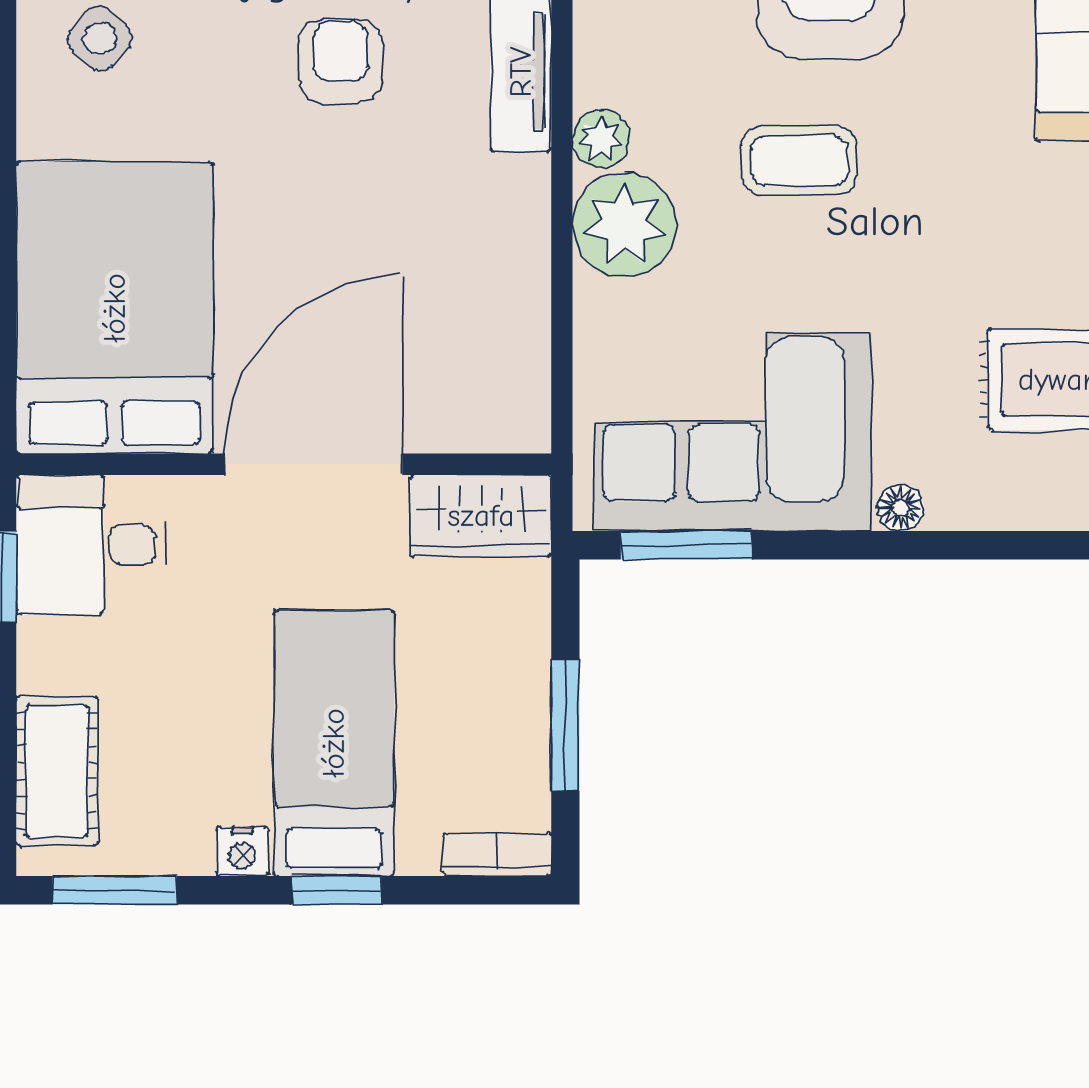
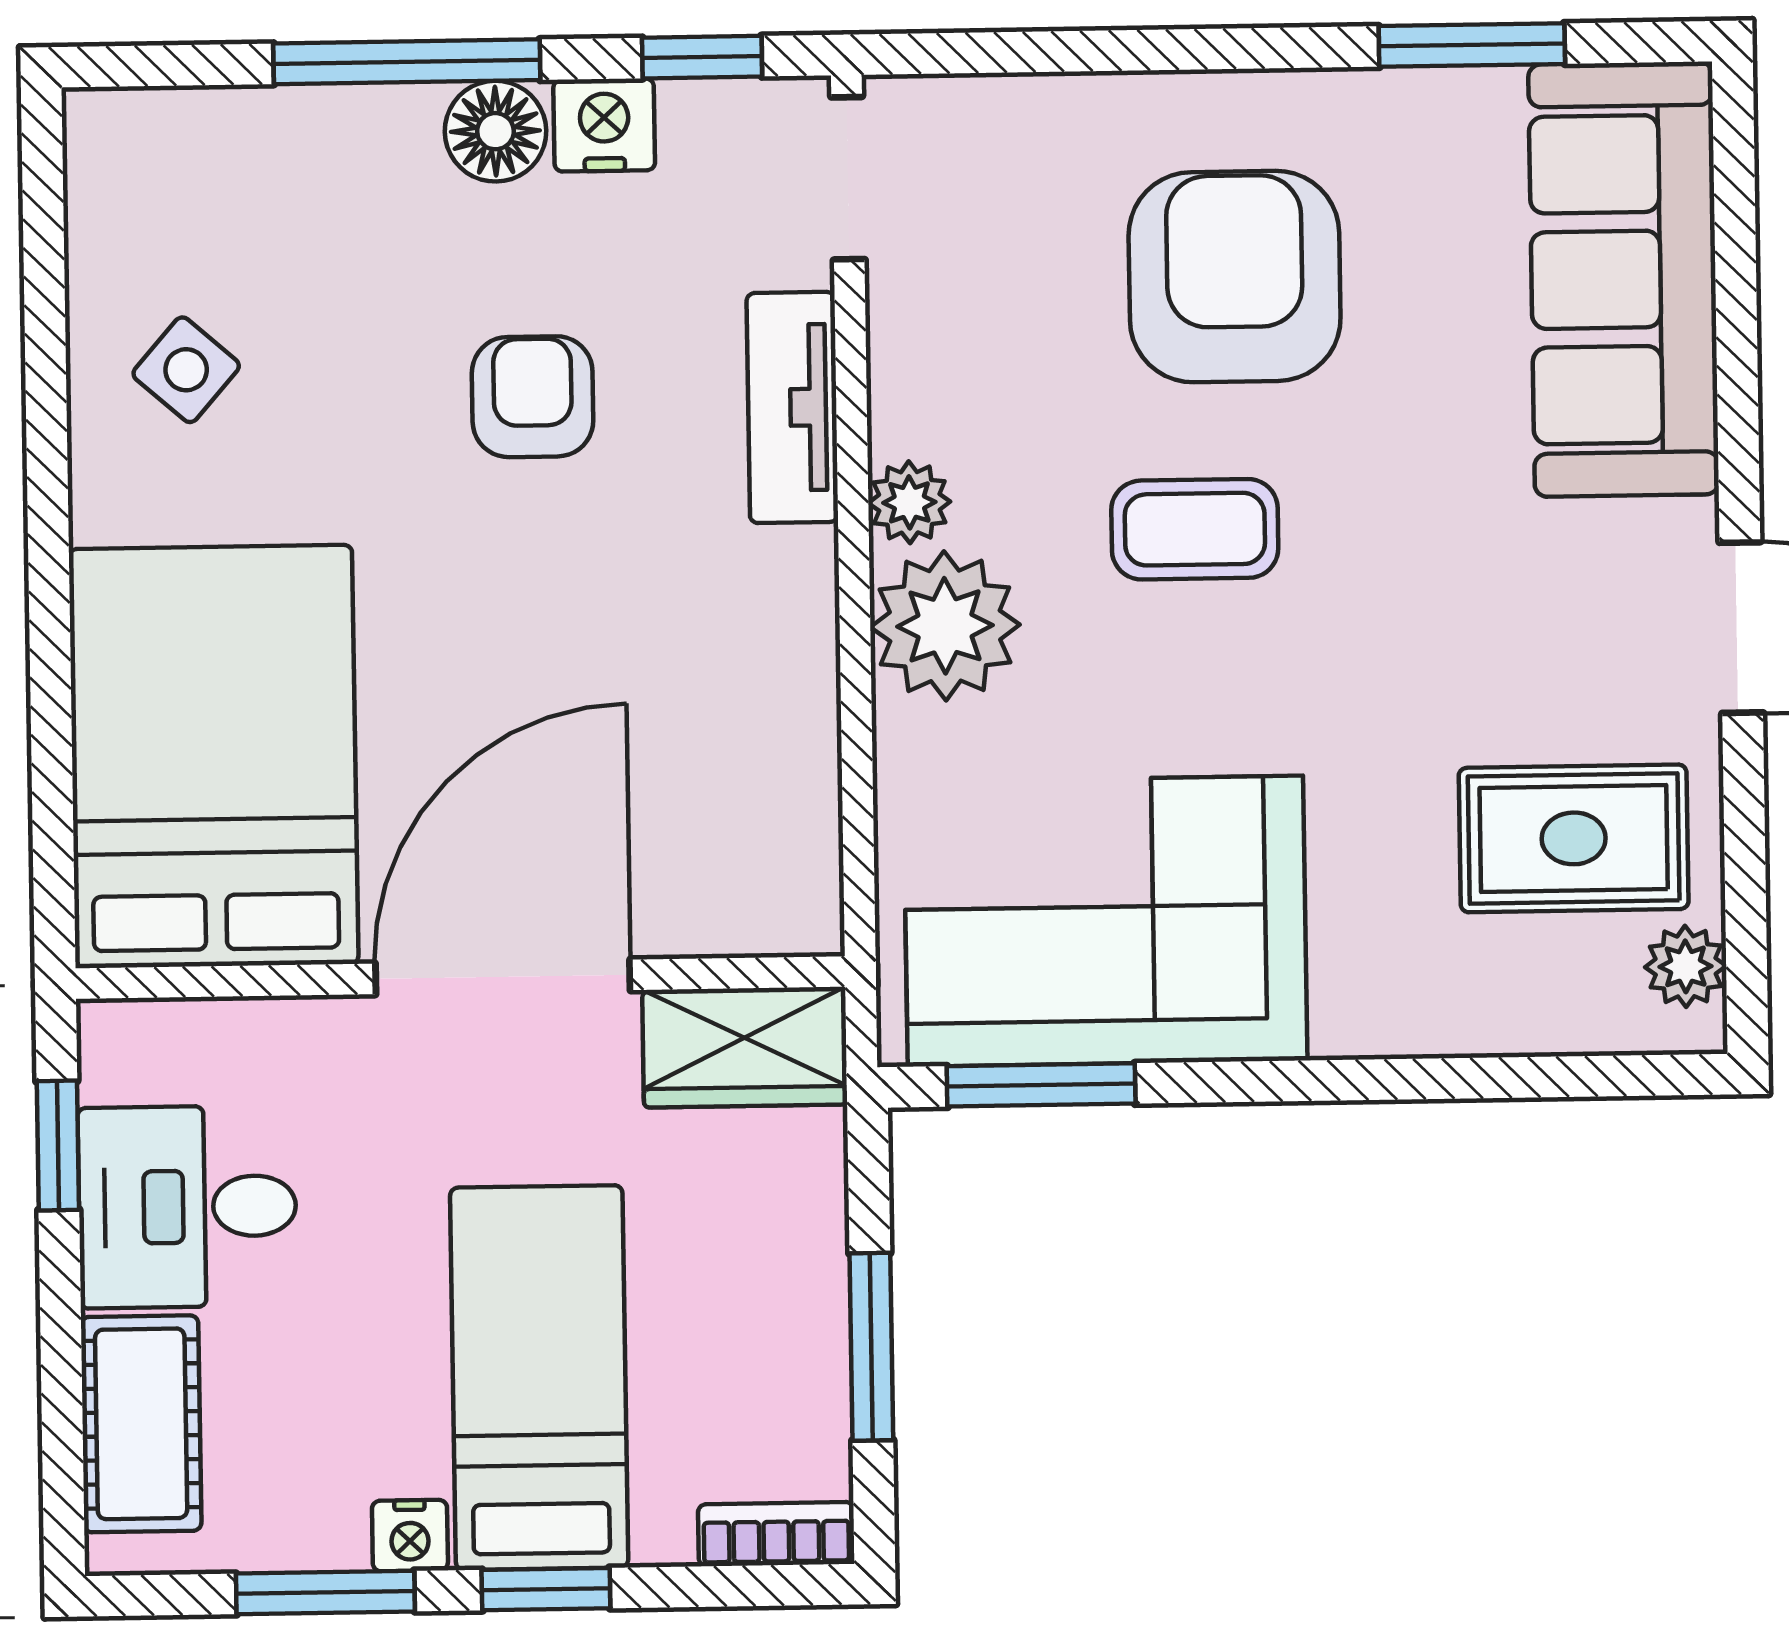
floor lamp: (901, 508) -> (1348, 1026), removed
desk: (91, 545) -> (187, 1207), moved
window: (114, 890) -> (325, 1593), moved

